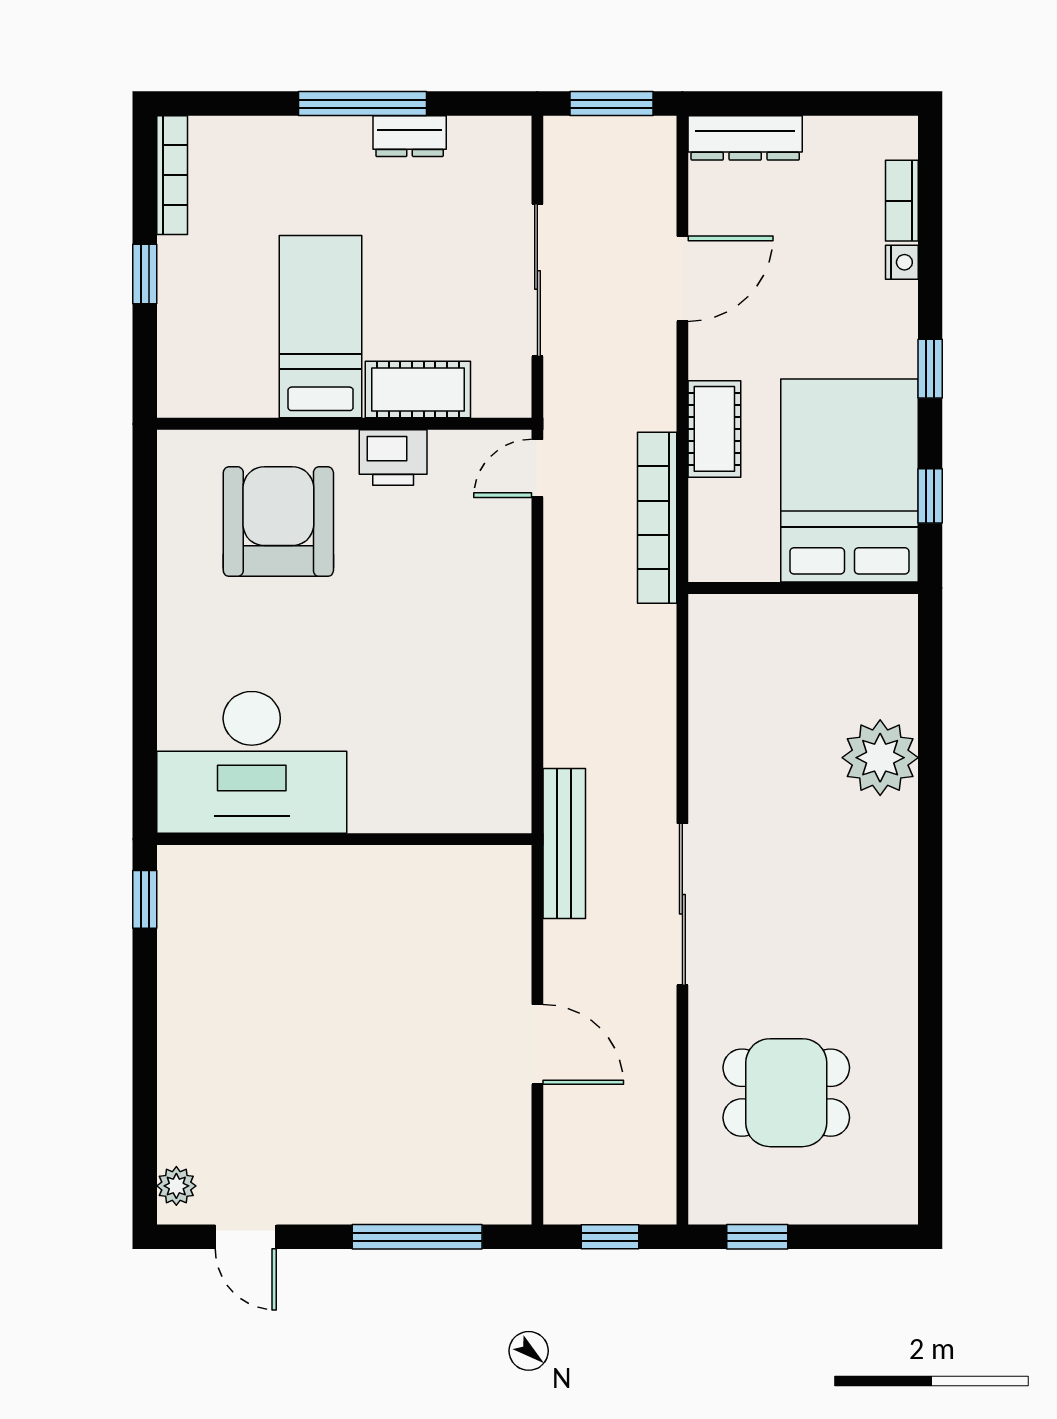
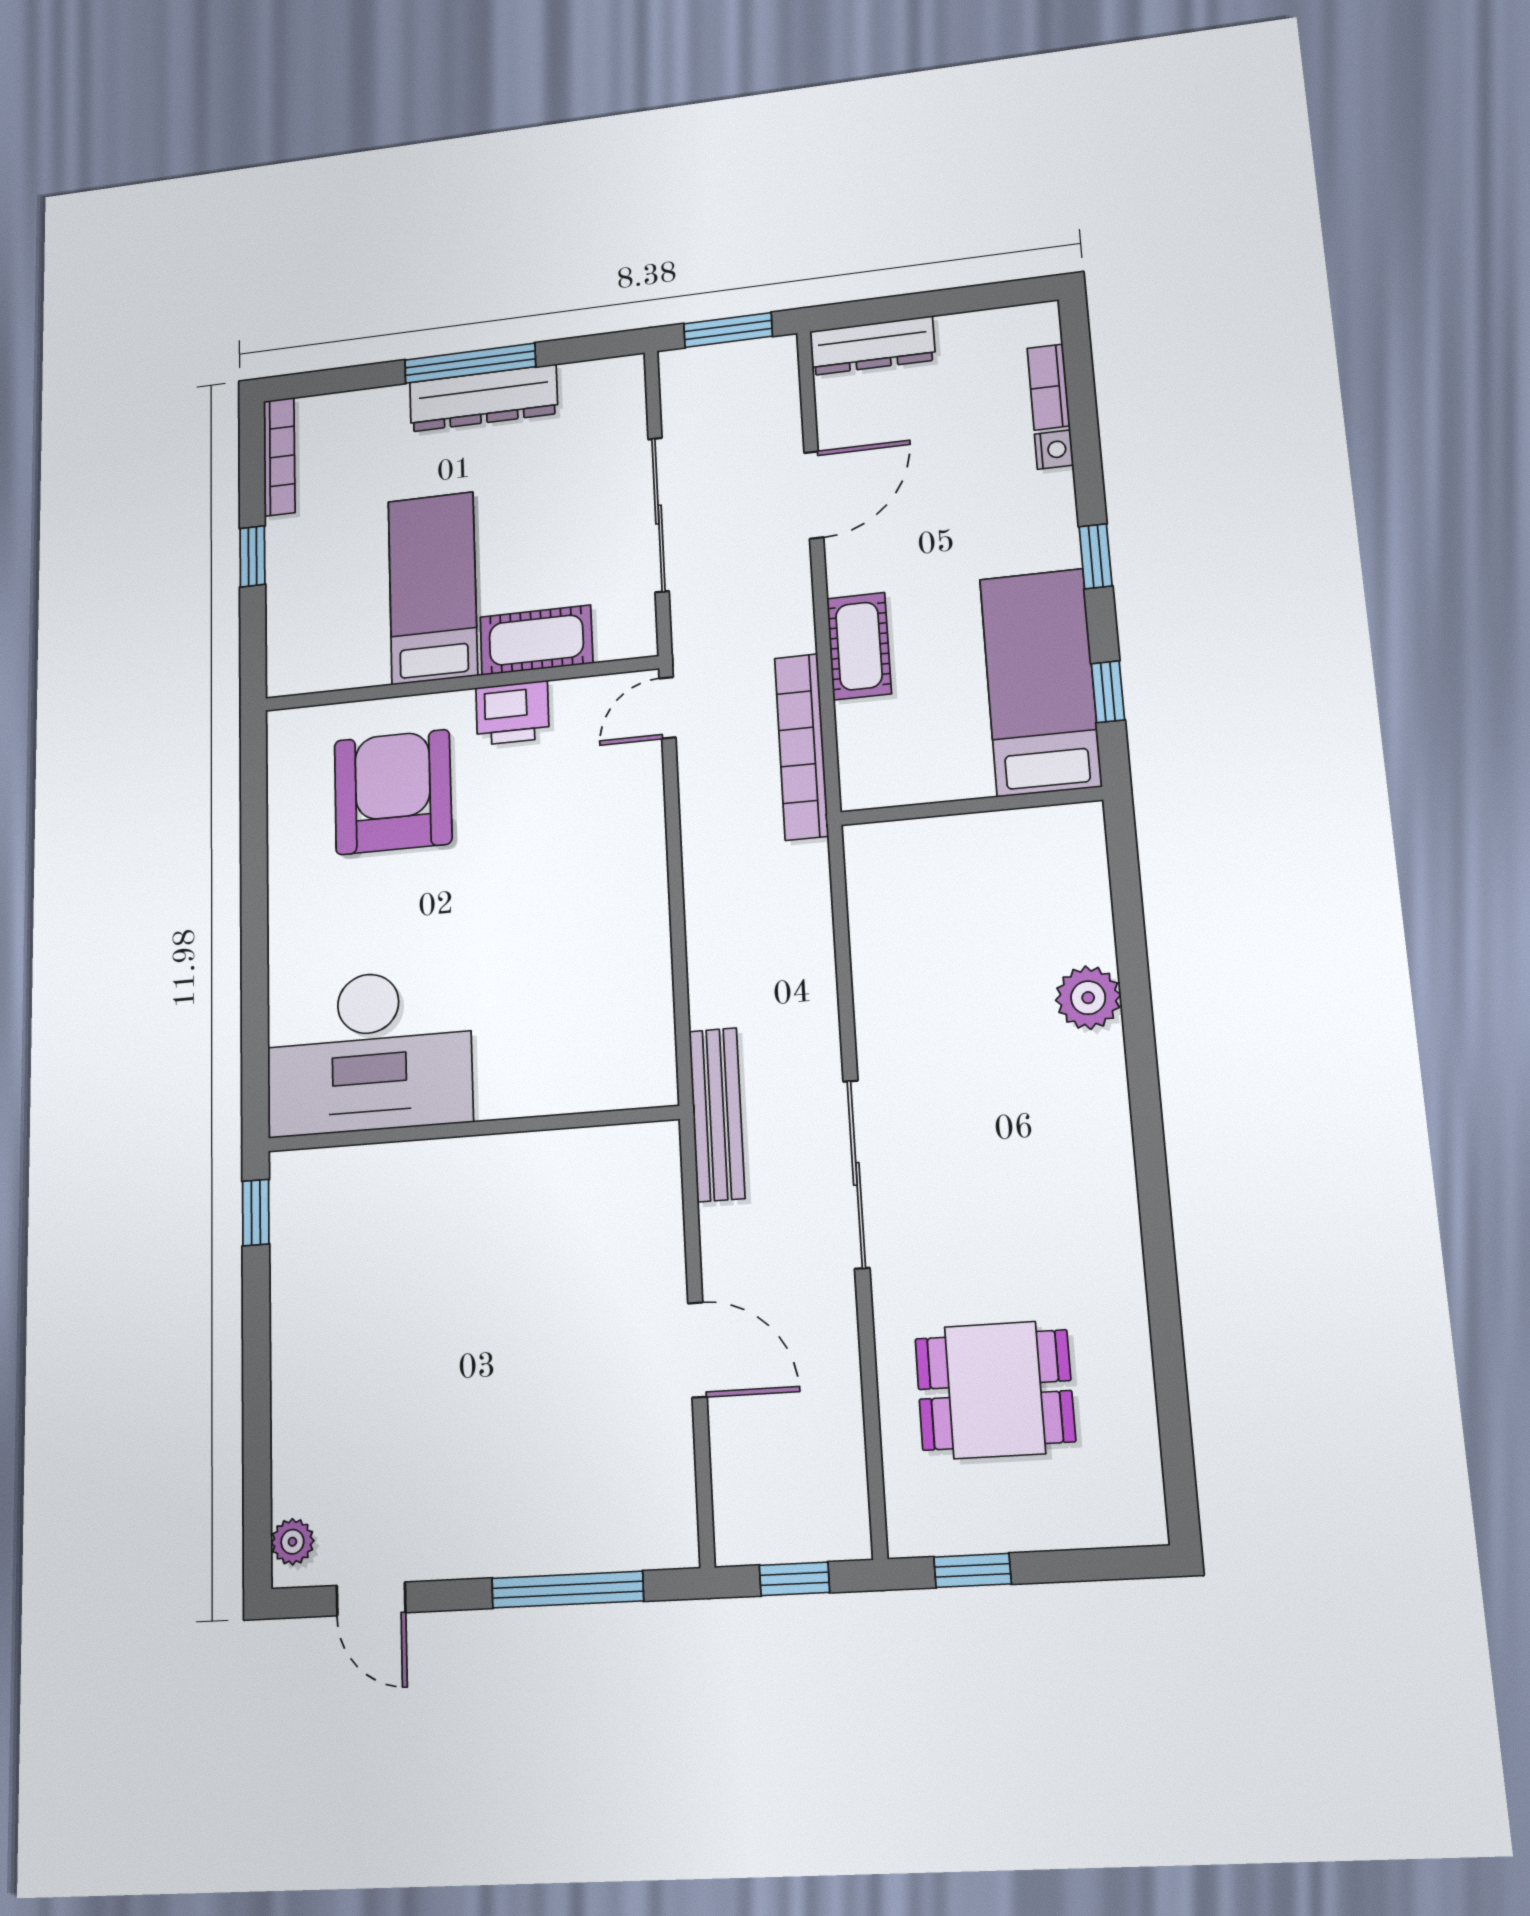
dresser: (410, 136) -> (483, 398), width x1.96, depth x1.24
bed: (849, 481) -> (1040, 682), width x0.67
plant: (880, 758) -> (1088, 998), width x0.73, depth x0.73

